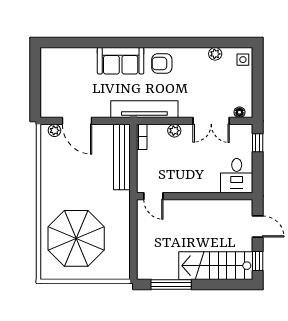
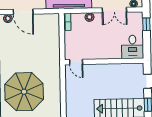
bench: (122, 157) -> (54, 36), removed

